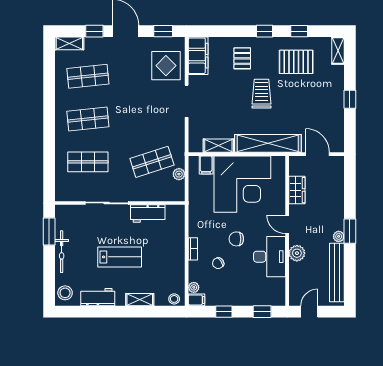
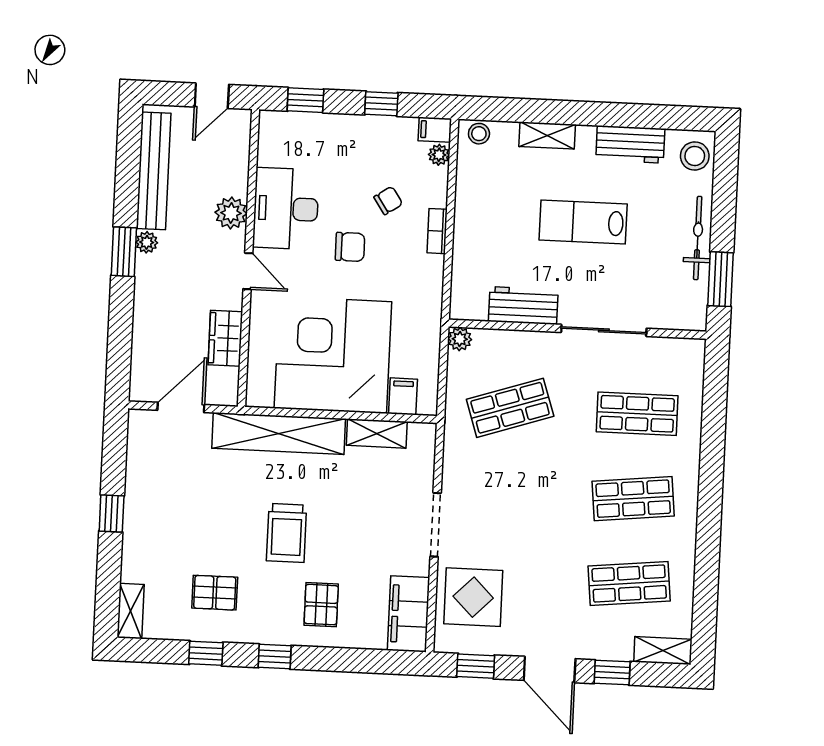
pallet: (296, 62) -> (215, 593), width x0.67, depth x0.71
door: (318, 154) -> (181, 407), swing flipped
plant: (179, 174) -> (460, 339), moved

